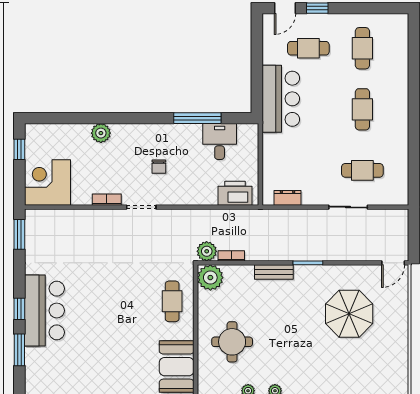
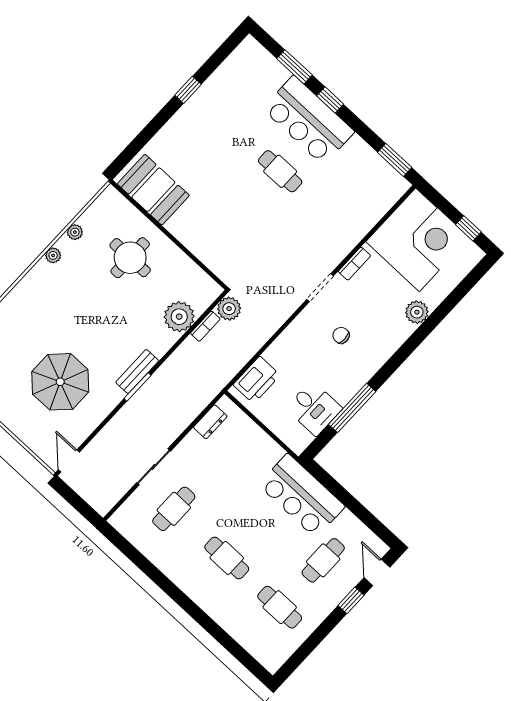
corner desk: (47, 182) -> (417, 240), width x1.36, depth x1.36
bench: (274, 272) -> (137, 371), moved
plant: (210, 278) -> (179, 317), moved
cafe table: (172, 301) -> (280, 171), moved

